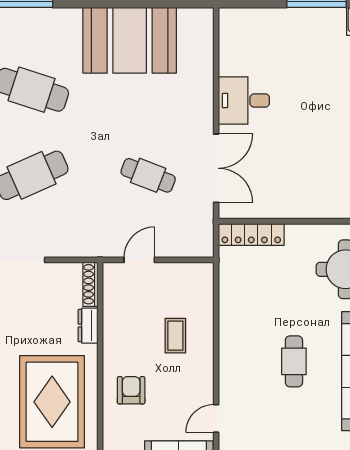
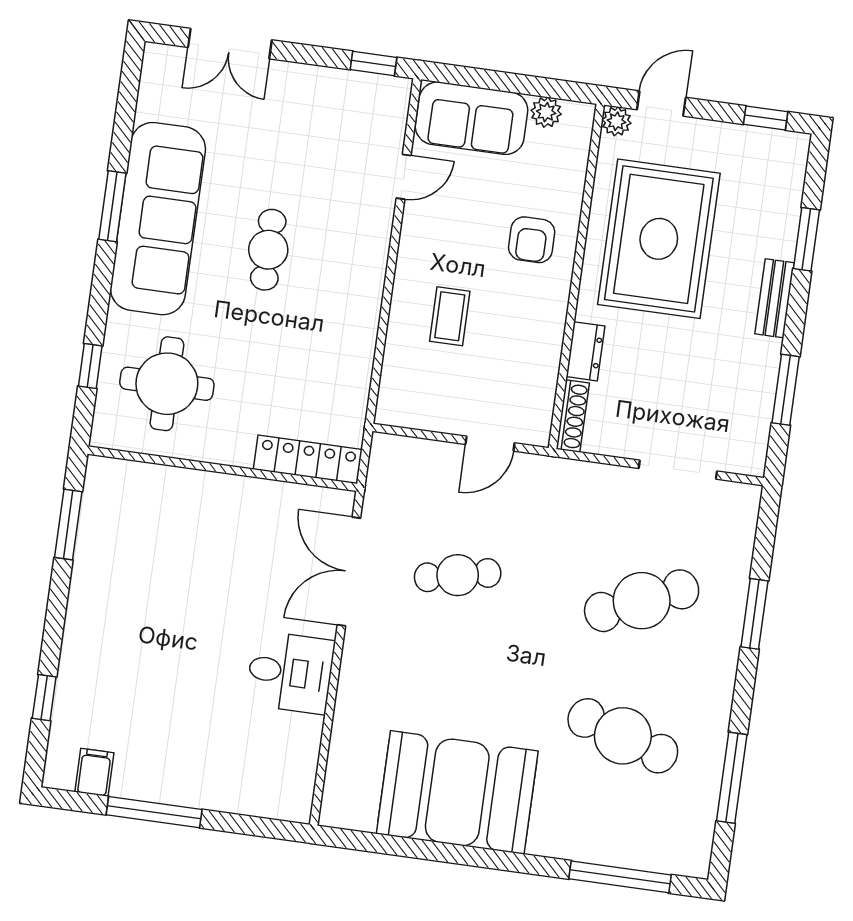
cafe table: (148, 175) -> (458, 575), turned -33

